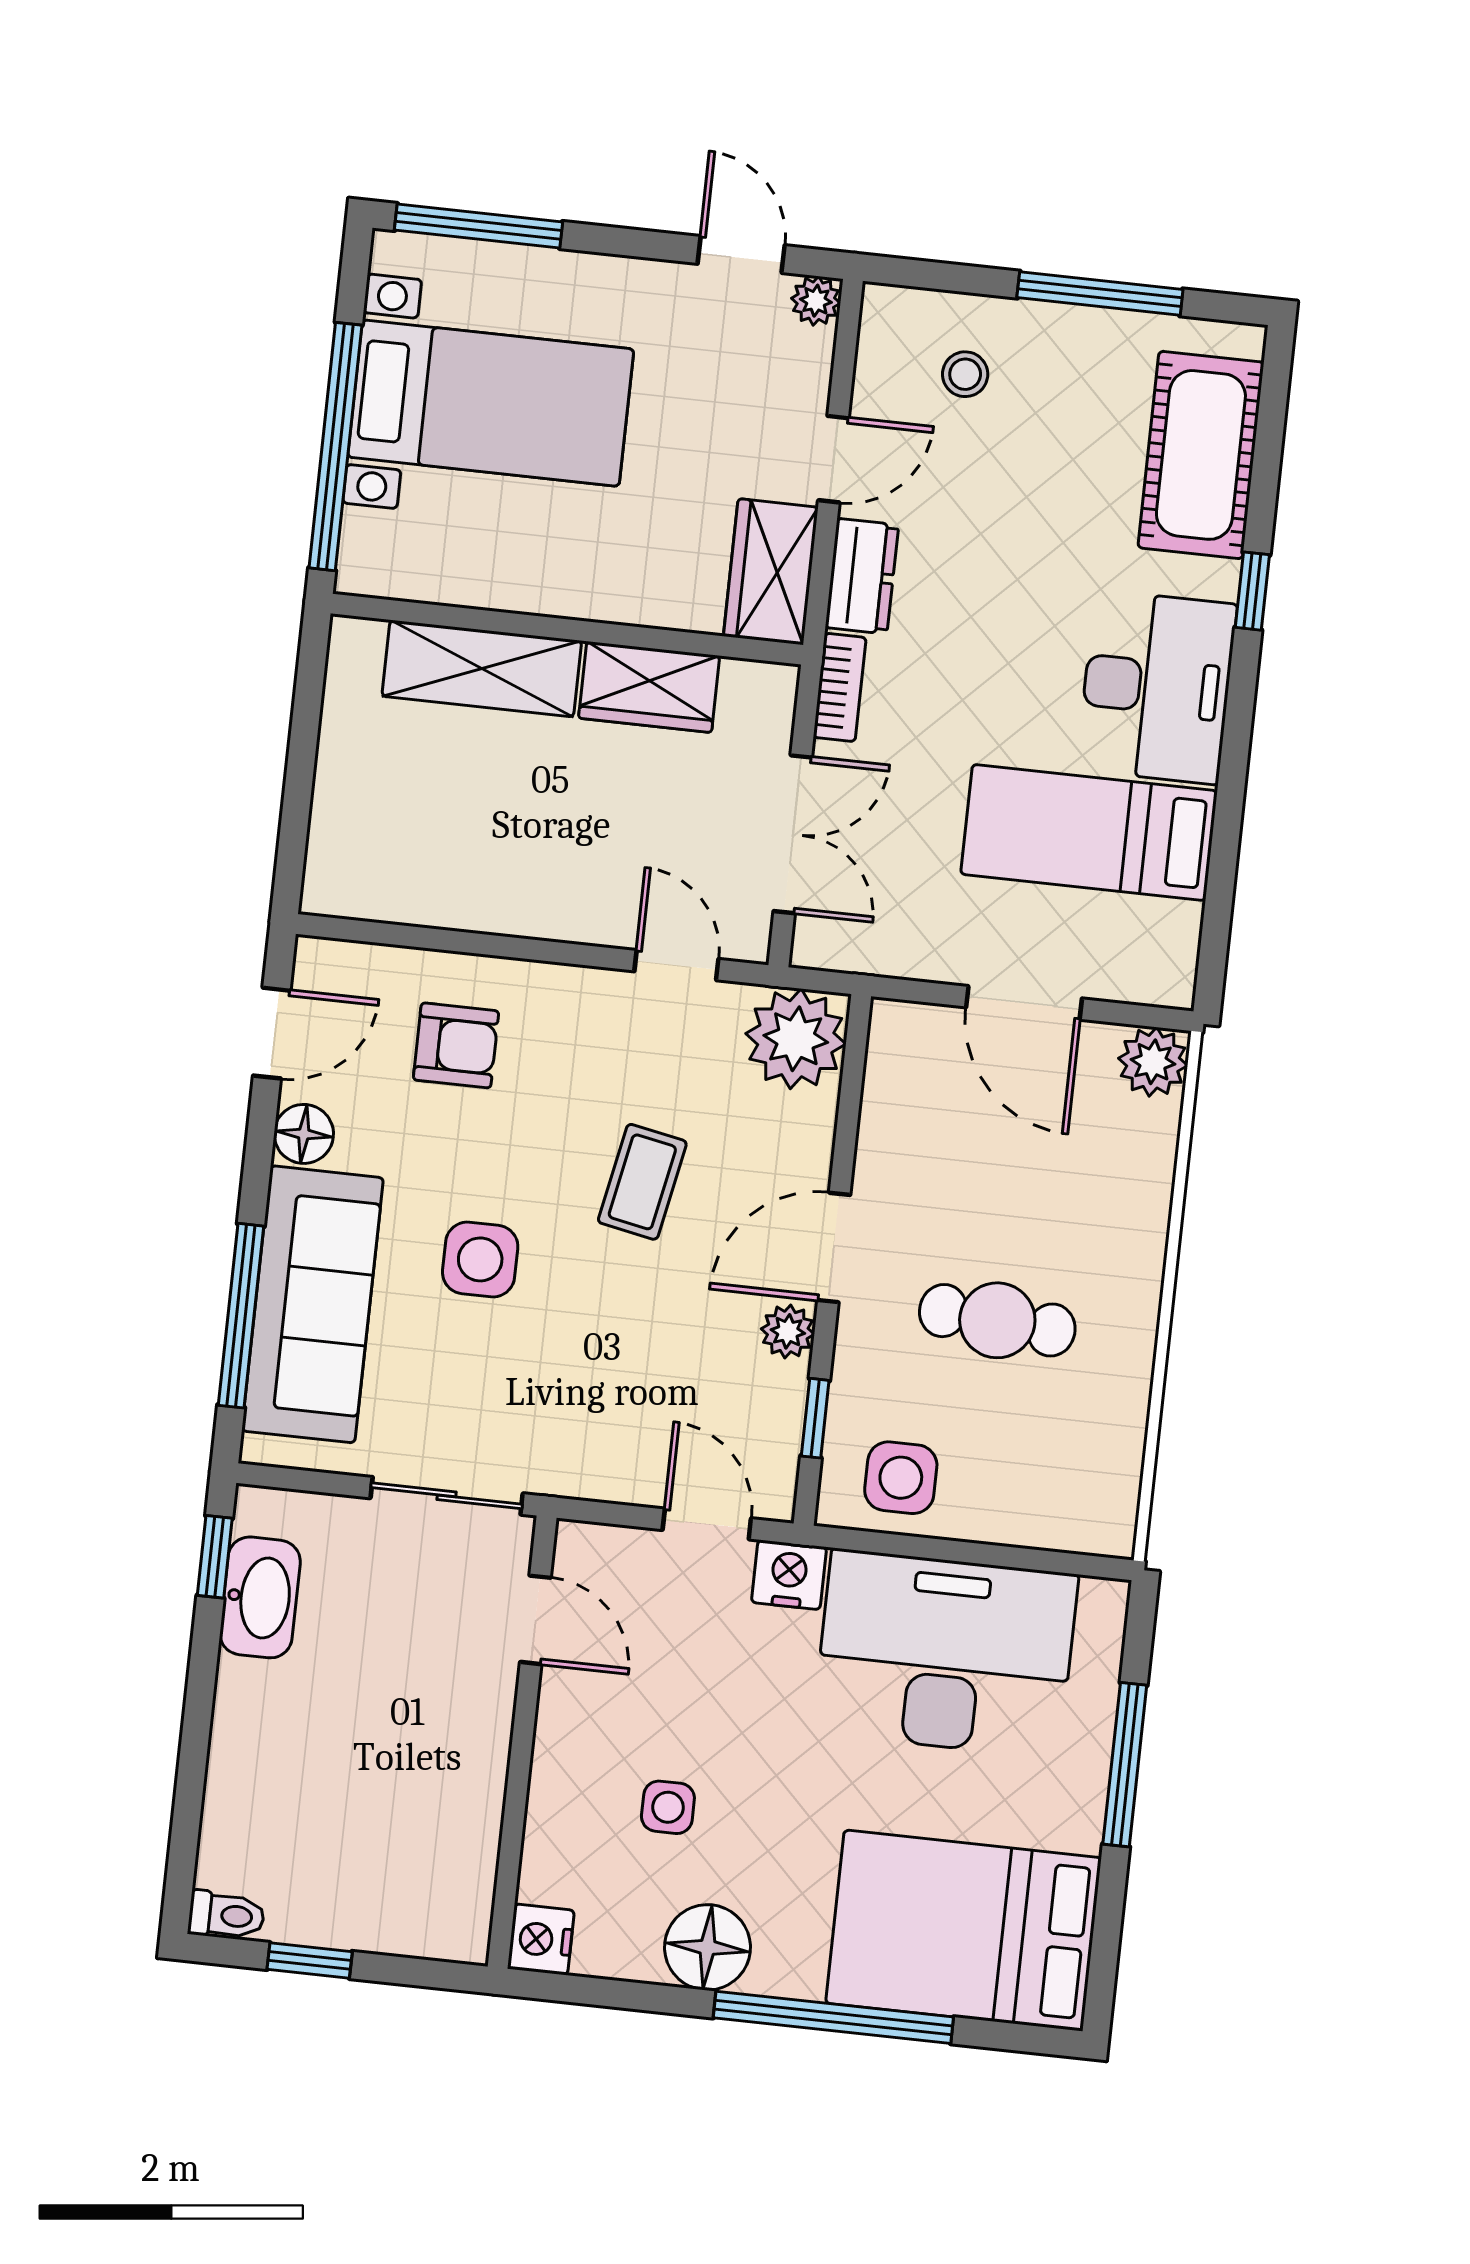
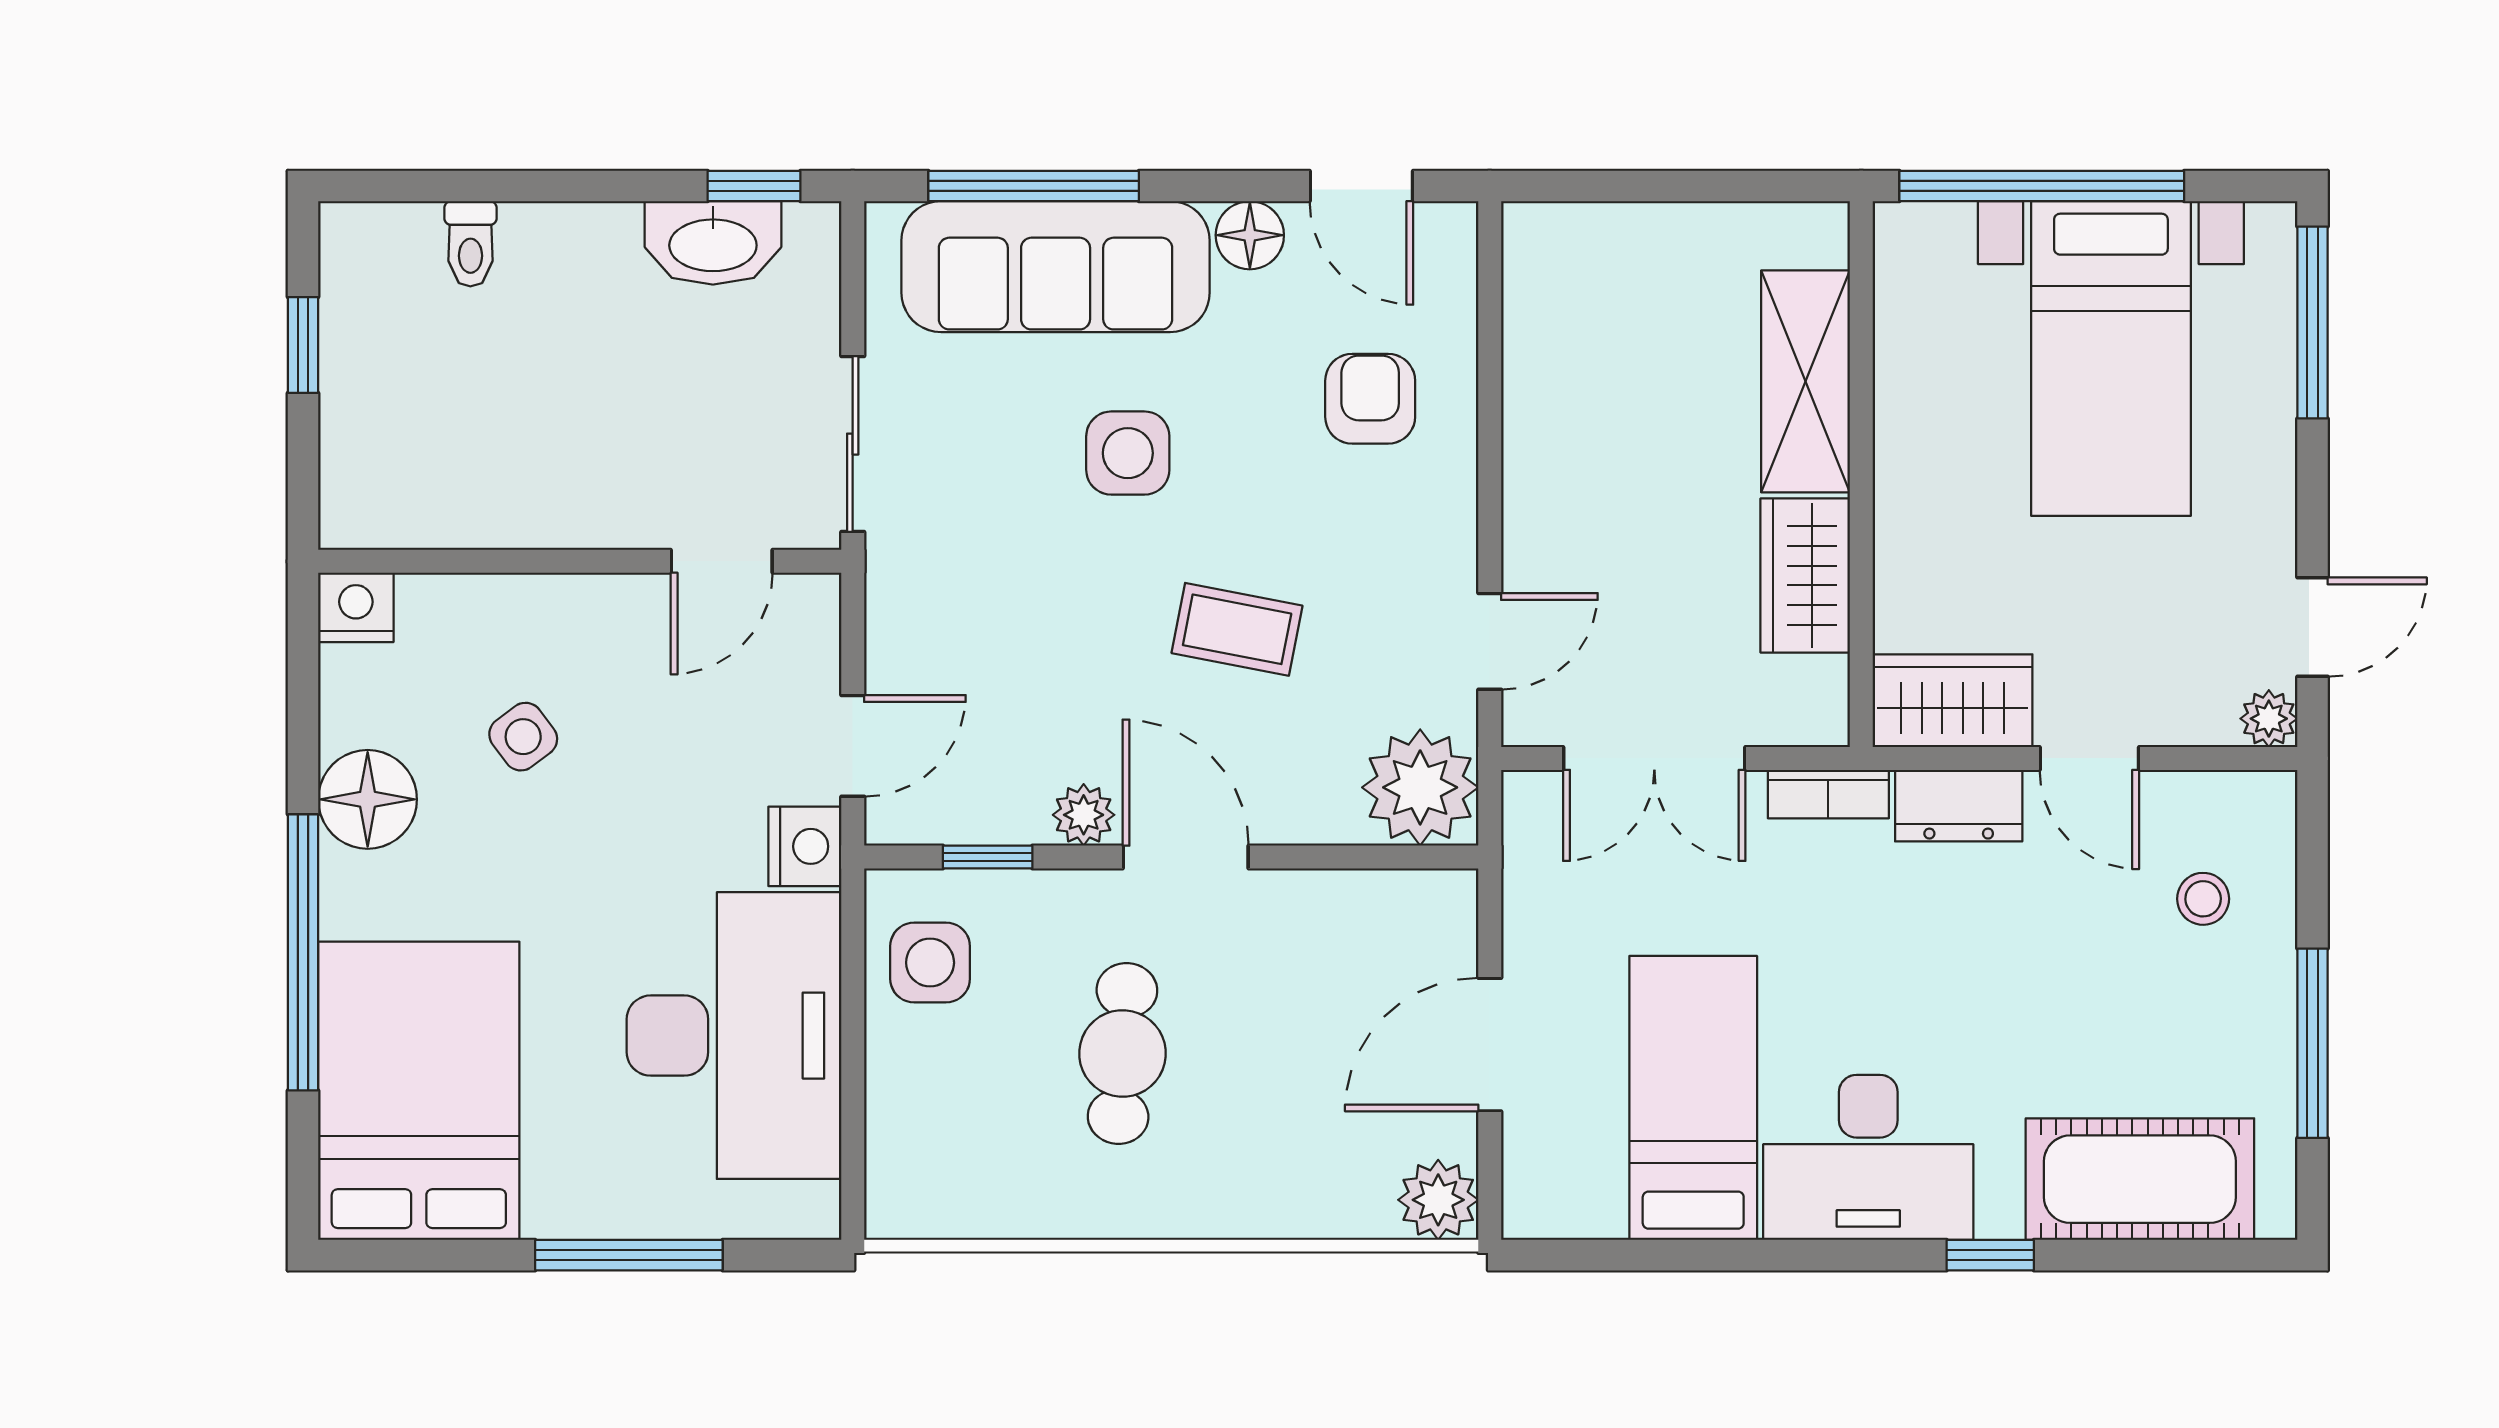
armchair: (456, 1045) -> (1370, 399), turned 180
side table: (668, 1807) -> (523, 737), turned -37
toilet: (226, 1915) -> (470, 244), moved

